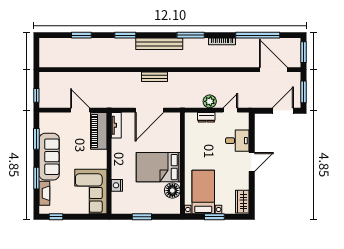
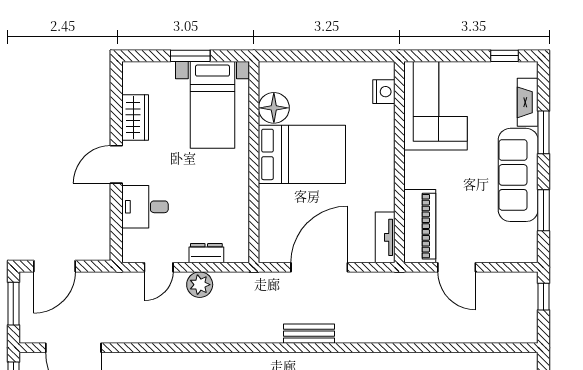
nightstand: (117, 185) -> (384, 92), moved
wardrobe: (242, 202) -> (135, 118), moved
window: (142, 217) -> (334, 56), removed

